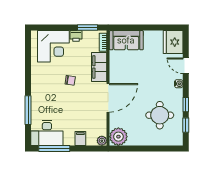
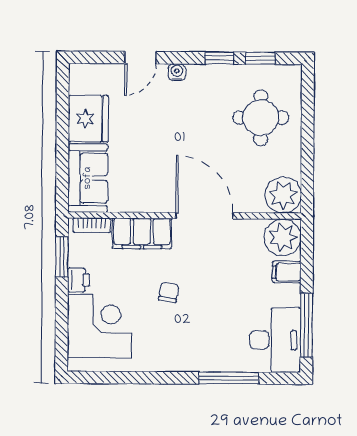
fridge: (173, 42) -> (88, 119), moved, turned -90
round table: (160, 115) -> (261, 118), moved
plant: (102, 141) -> (283, 237), width x1.88, depth x1.88

